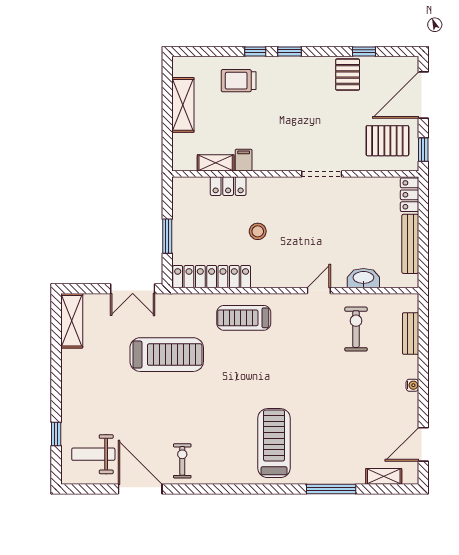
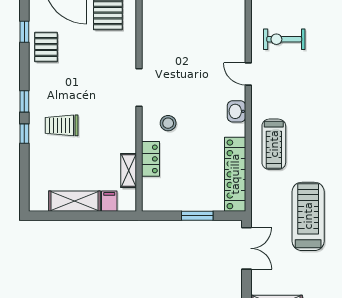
pallet: (348, 75) -> (46, 47), turned 90
trolley: (239, 81) -> (62, 125), moved, turned 90
filing cabinet: (244, 160) -> (109, 201), moved, turned 90
doorway: (322, 174) -> (139, 87), moved
stool: (258, 231) -> (168, 123), moved
washbasin: (363, 278) -> (236, 111), moved, width x0.72

